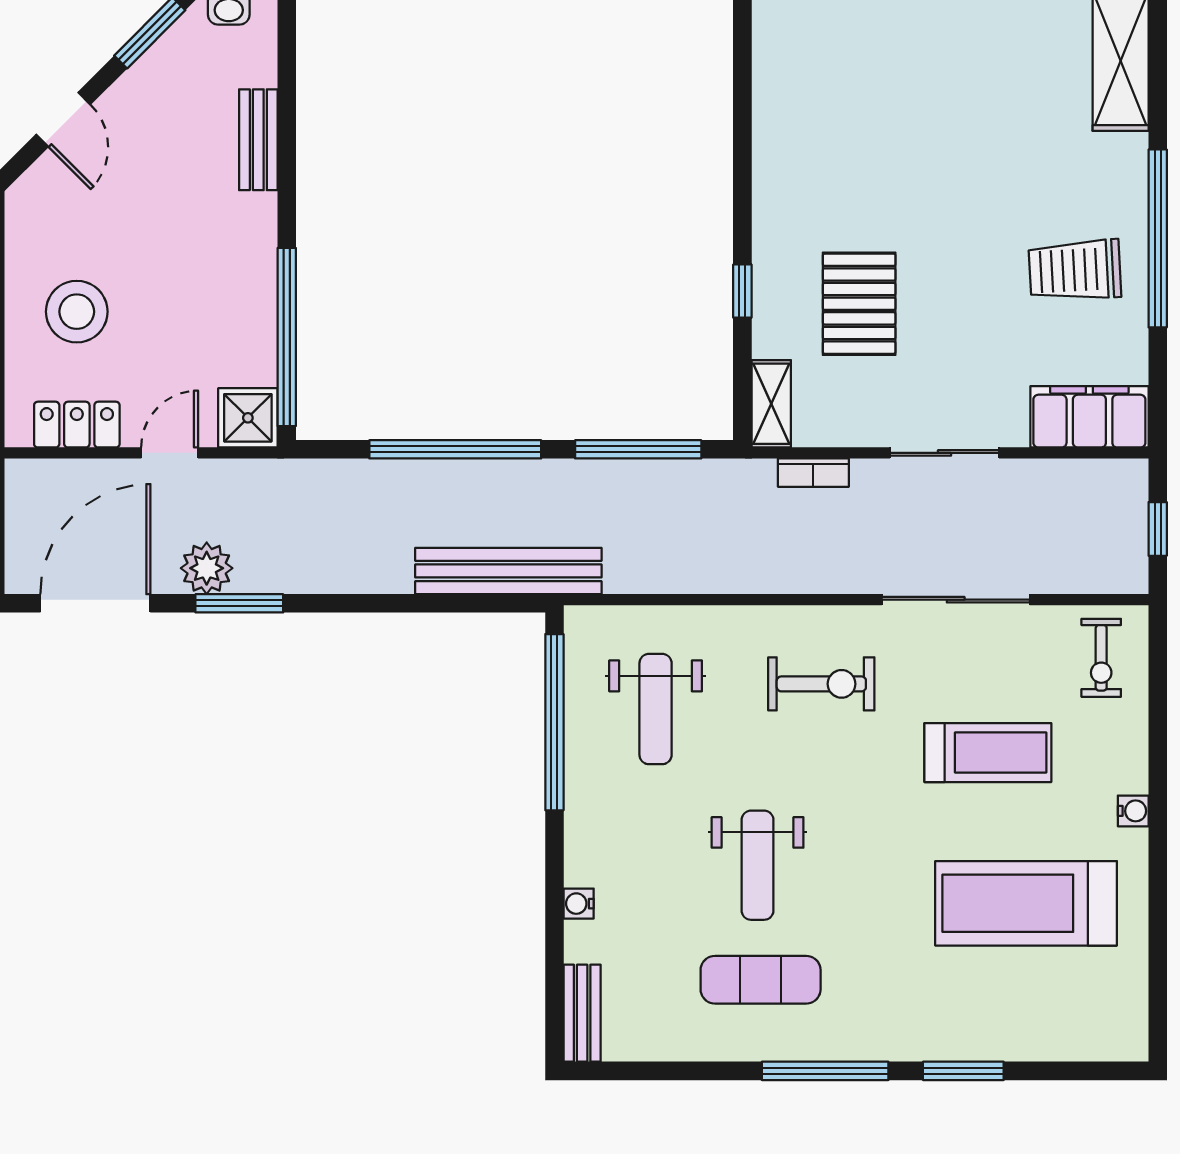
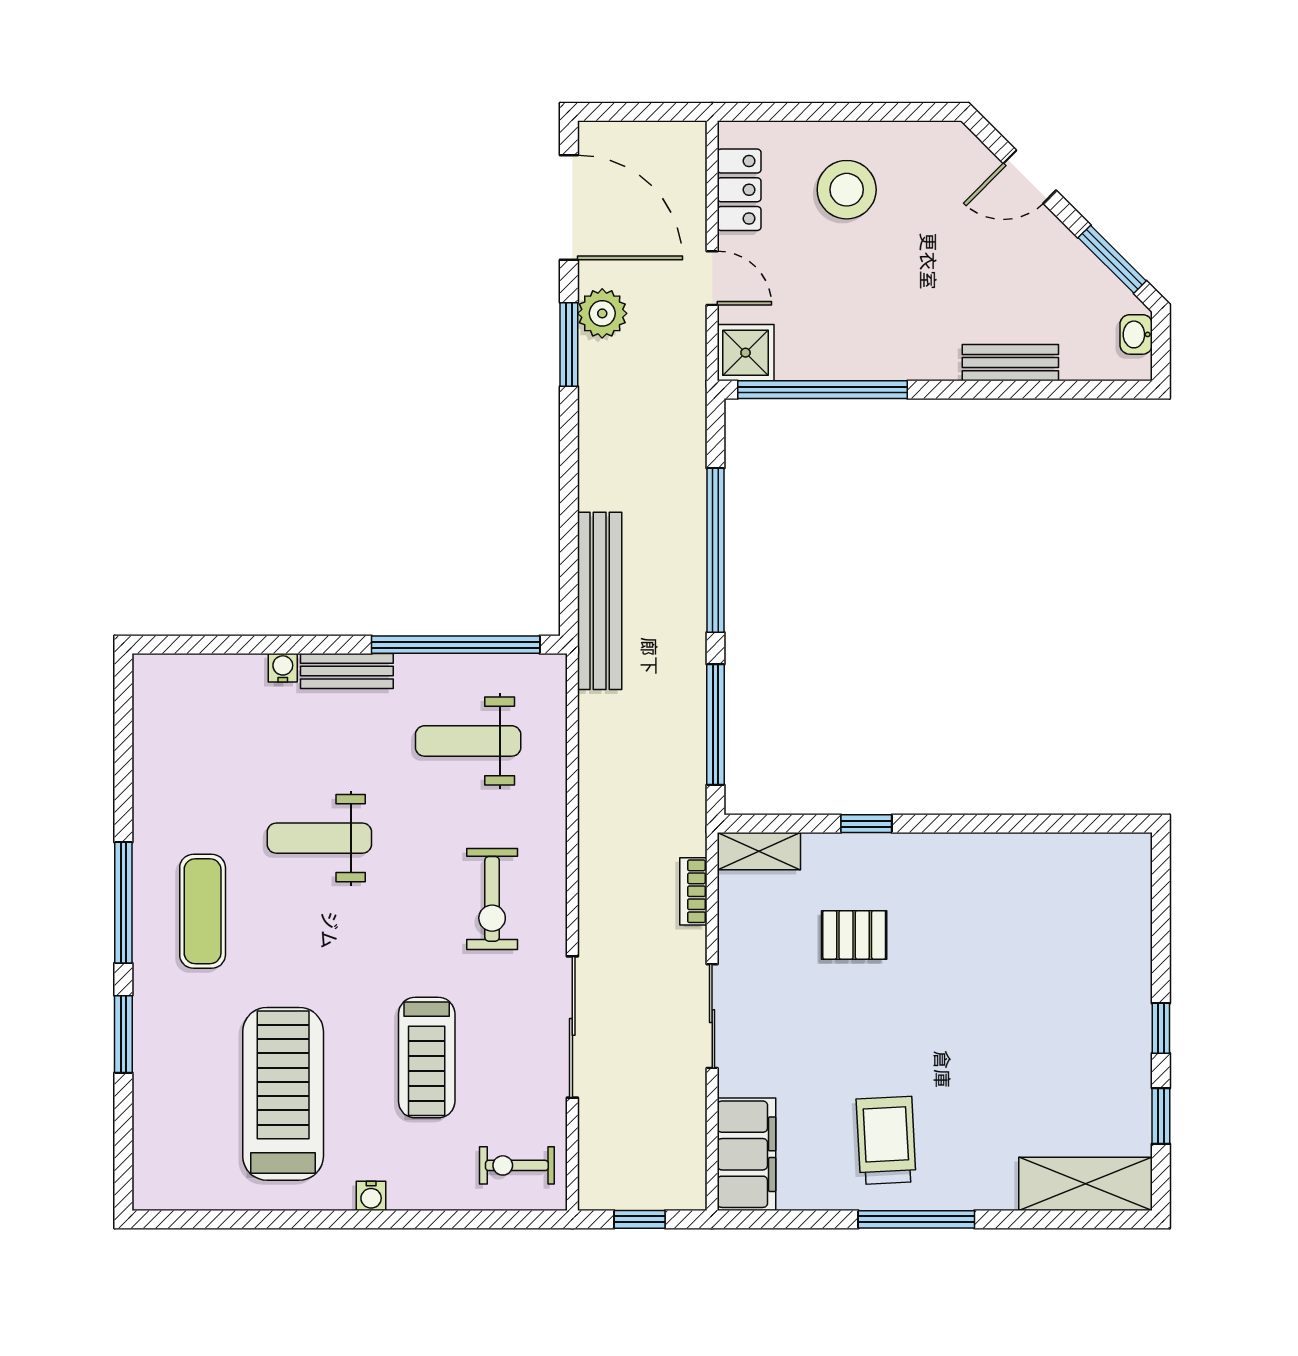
window: (1158, 238) -> (916, 1219), width x0.68
pallet: (859, 304) -> (854, 935), width x0.67, depth x0.71
exercise mat: (761, 980) -> (203, 911), moved
bench: (582, 1013) -> (347, 671), moved

